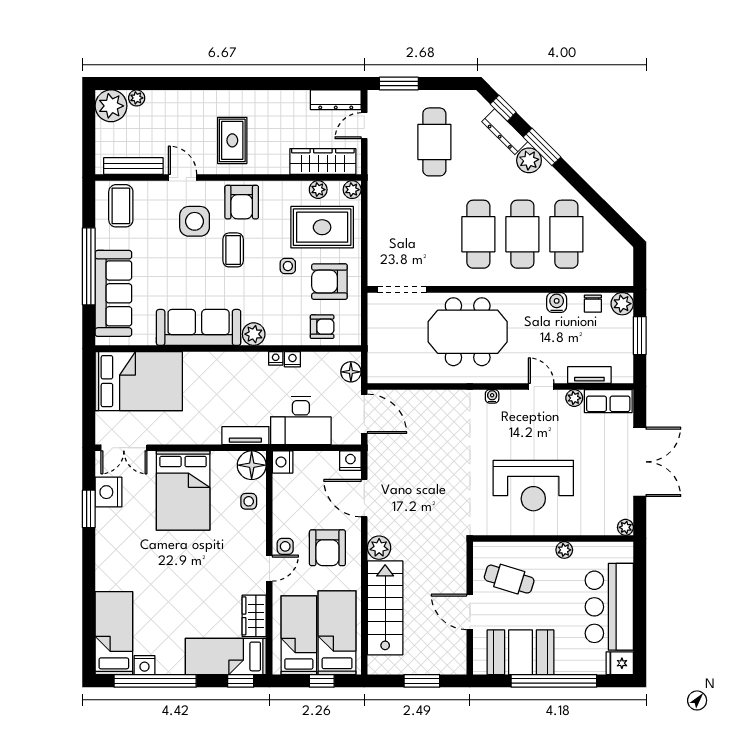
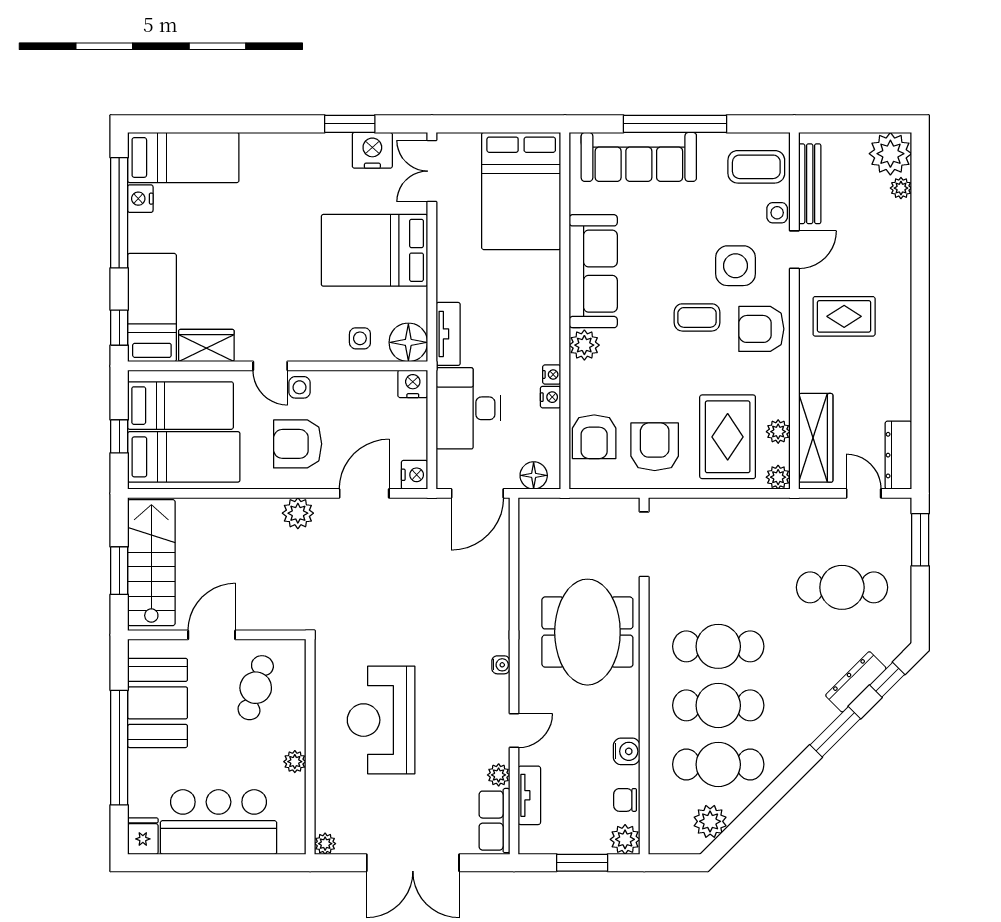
plant: (529, 160) -> (710, 821), moved
side table: (288, 266) -> (777, 213), moved
armchair: (322, 327) -> (594, 437), width x1.38, depth x1.38
stairs: (385, 608) -> (151, 563), moved, turned -90

